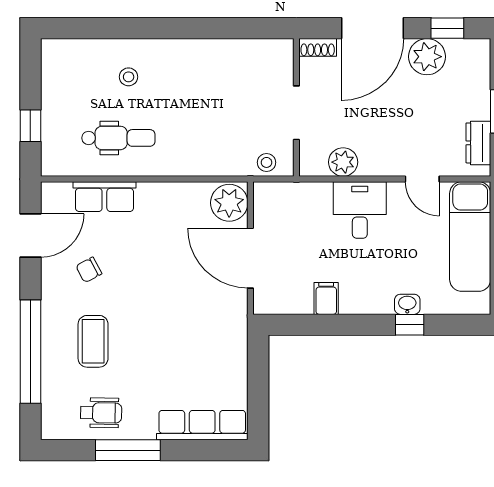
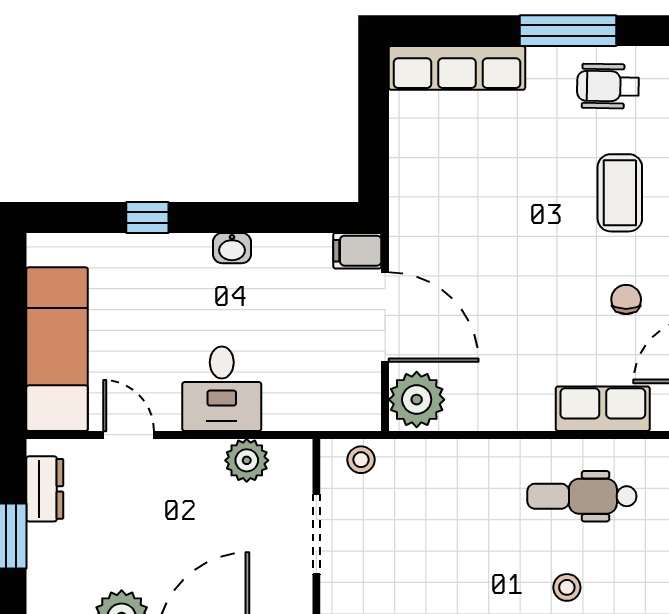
chair: (89, 270) -> (626, 299), turned -62
filing cabinet: (326, 299) -> (357, 251), moved, turned 90
washbasin: (407, 304) -> (232, 248), moved

